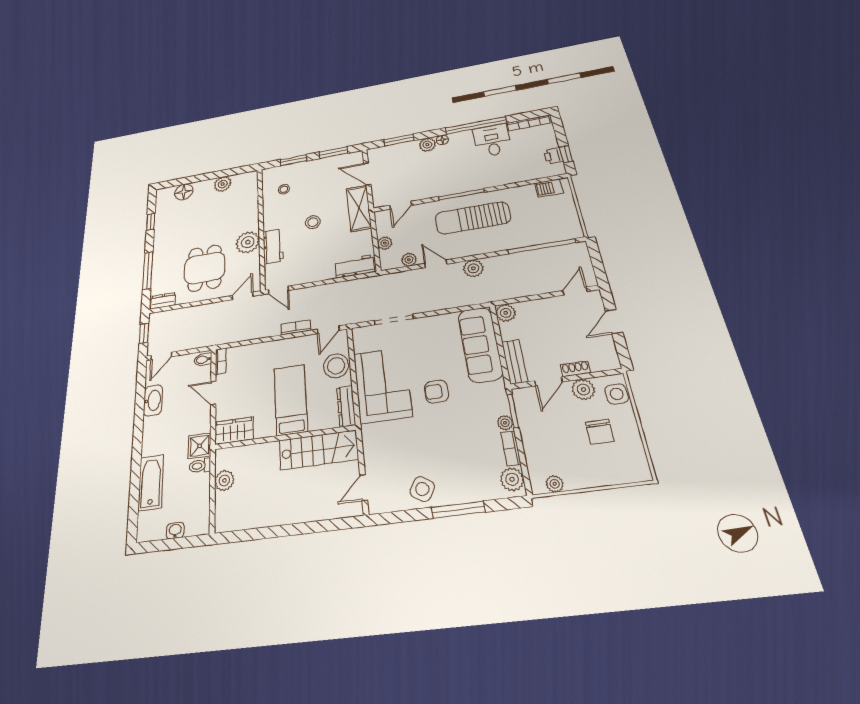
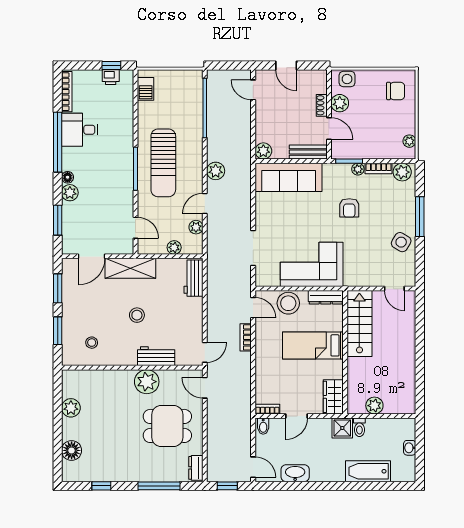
armchair: (436, 392) -> (349, 208), moved
chair: (600, 432) -> (396, 91), moved

